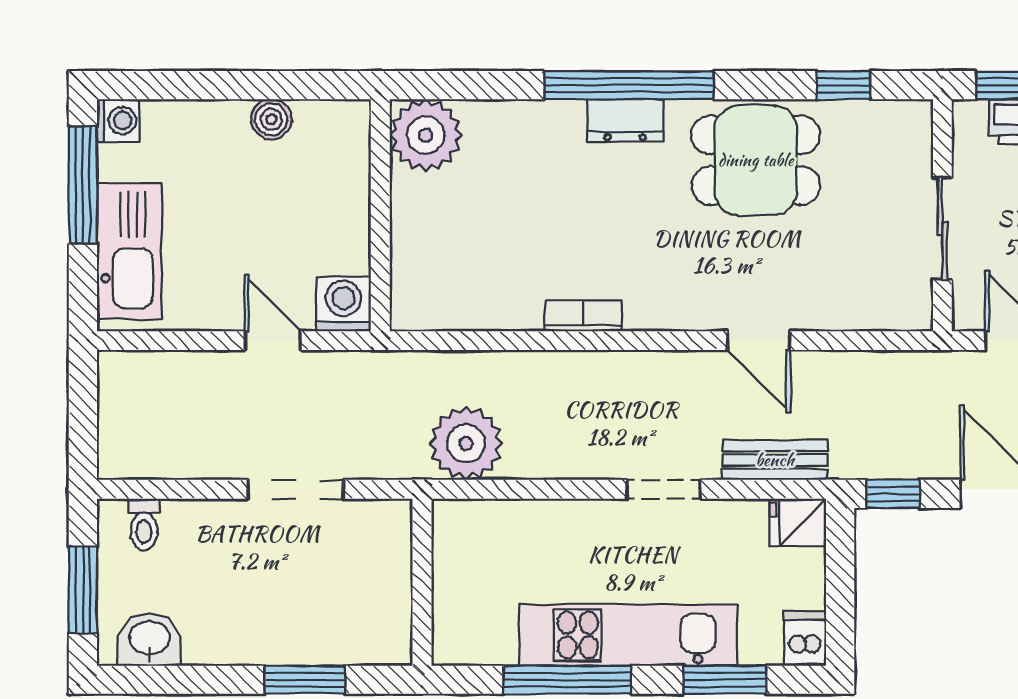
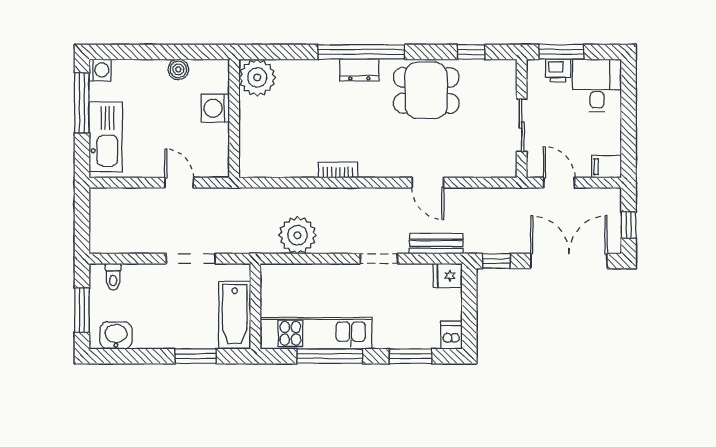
washing machine: (343, 304) -> (215, 108), moved, turned -90
plant: (466, 443) -> (297, 235), moved
bathtub: (382, 600) -> (235, 315), added
kitchen unit: (628, 635) -> (316, 333), moved

